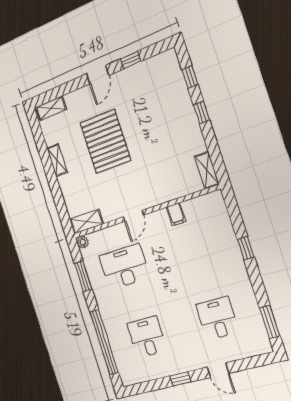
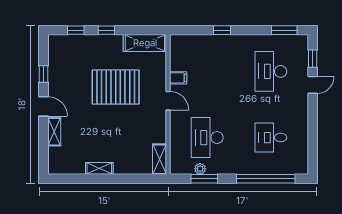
shelving: (51, 108) -> (54, 132), moved
pallet: (105, 142) -> (116, 87), moved
shelving: (207, 170) -> (145, 43), width x1.50, depth x1.33
door: (133, 216) -> (168, 101), moved
plant: (83, 242) -> (200, 169), moved
desk: (217, 318) -> (271, 71), width x1.37
window: (180, 379) -> (313, 59), moved

